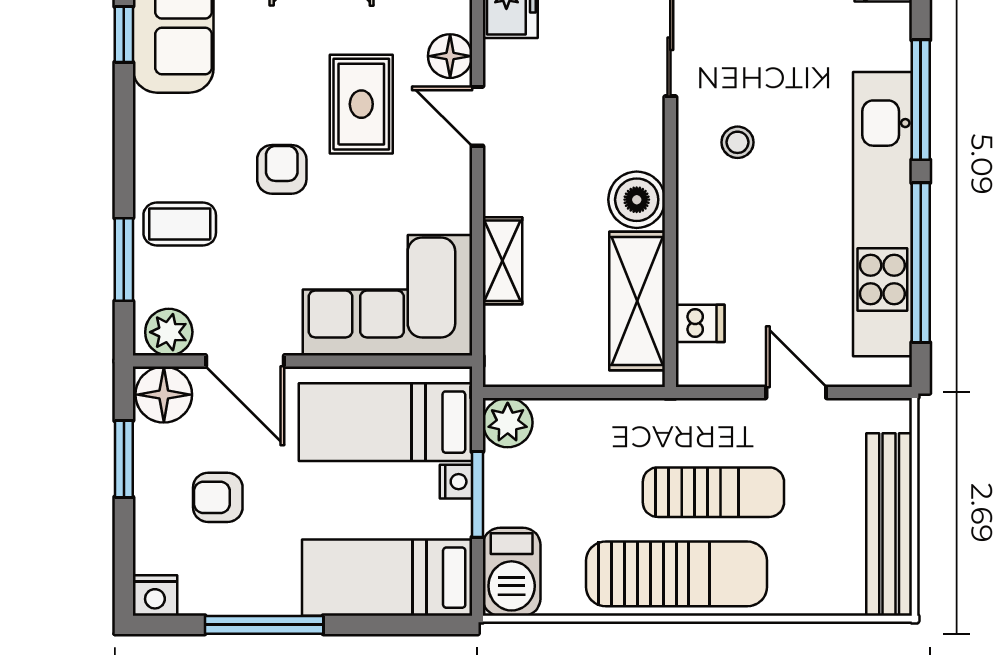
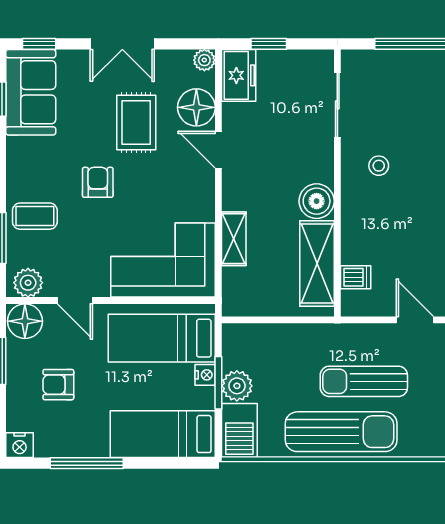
floor lamp: (450, 56) -> (196, 107), width x1.38, depth x1.38
rug: (361, 104) -> (136, 123), moved
door: (245, 361) -> (75, 301), width x0.73
plant: (508, 423) -> (237, 386), moved
sun lounger: (713, 492) -> (364, 381), turned 180

